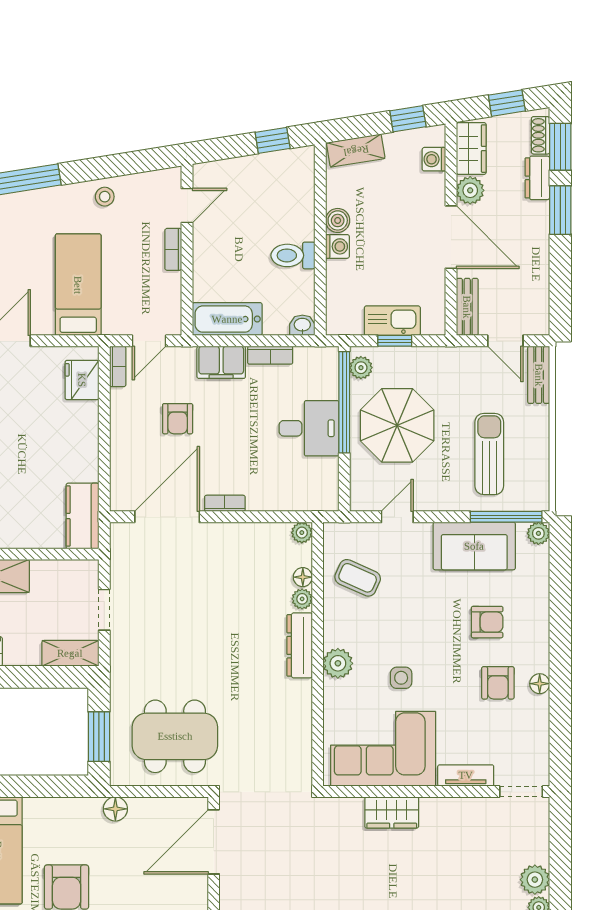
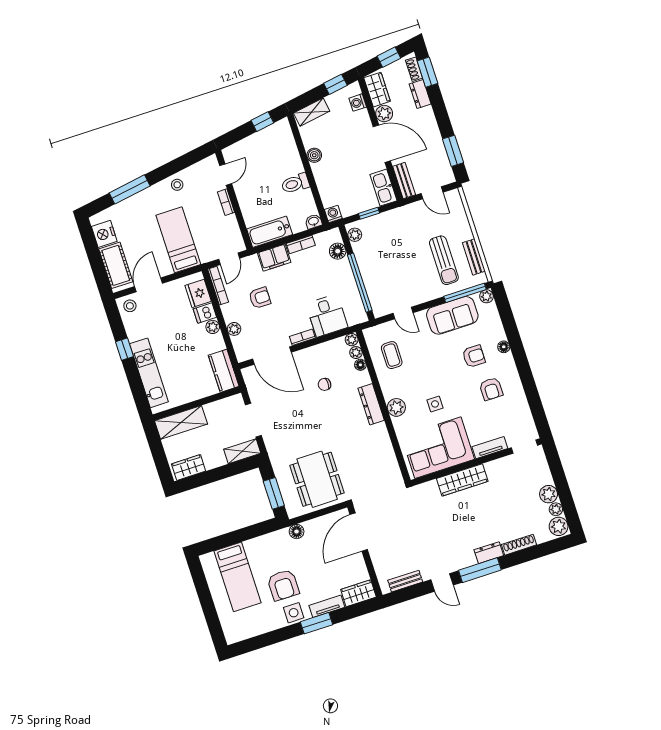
window: (560, 210) -> (453, 151), moved
washing machine: (337, 246) -> (333, 214), moved, turned -90
kitchen sink: (392, 321) -> (383, 188), moved, turned -90
bookcase: (118, 366) -> (218, 286), width x1.56
bench: (539, 375) -> (474, 257), moved
floor lamp: (325, 385) -> (338, 251), added
window: (344, 402) -> (360, 283), moved
dishwasher: (82, 415) -> (205, 313), added
armchair: (178, 419) -> (260, 298), turned -90
parasol: (397, 425) -> (386, 261), removed
desk: (309, 428) -> (327, 316), moved, turned 90
plant: (88, 441) -> (213, 327), added
sun lounger: (489, 454) -> (444, 260), turned 180
plant: (121, 455) -> (234, 329), added
door: (167, 517) -> (272, 356), swing flipped
door: (397, 517) -> (403, 313), swing flipped
coffee table: (358, 578) -> (392, 355), turned 66
chair: (236, 590) -> (325, 384), added
plant: (302, 599) -> (356, 353), moved
doorway: (104, 610) -> (253, 420), width x1.38
floor lamp: (540, 684) -> (504, 347), moved
dining table: (175, 736) -> (317, 479), turned 90
wardrobe: (392, 812) -> (462, 480), width x1.50

